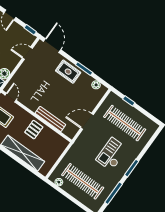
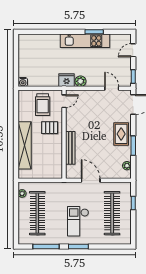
pallet: (34, 130) -> (50, 128), moved
checkout: (112, 154) -> (78, 221), turned -90

